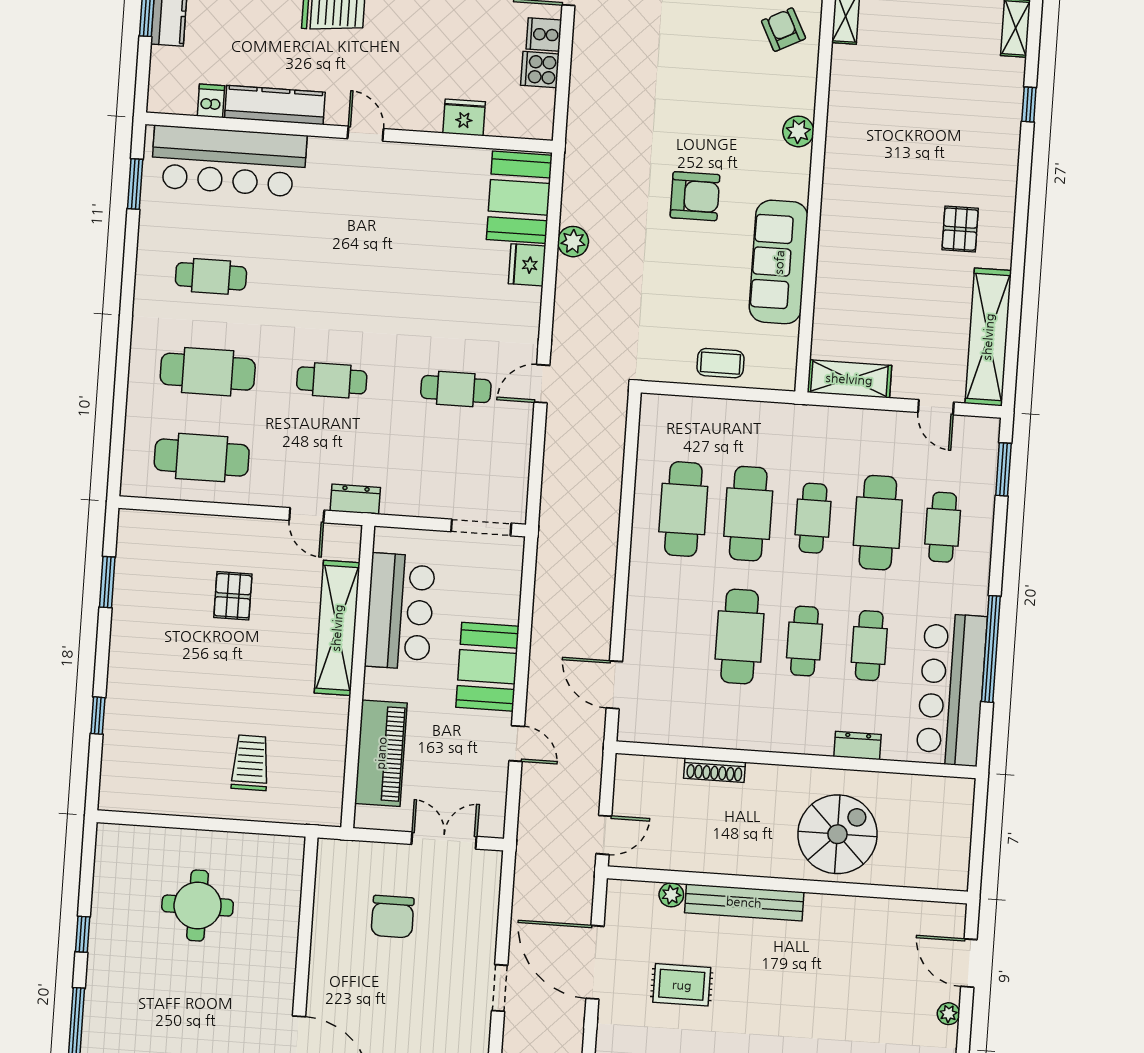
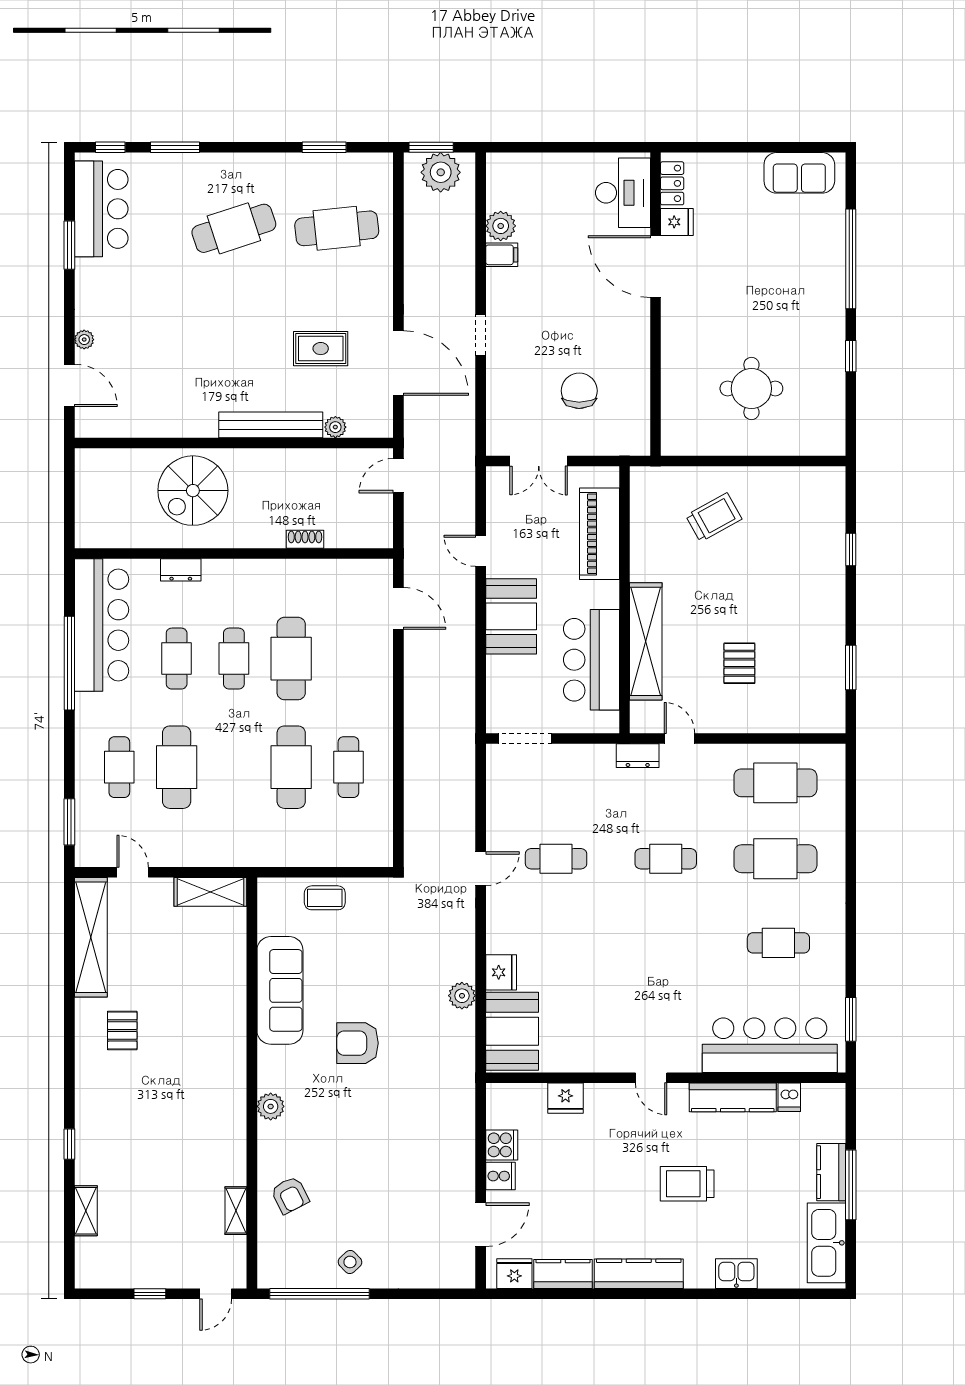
cafe table: (683, 509) -> (348, 767), width x0.73, depth x0.74
cafe table: (813, 518) -> (234, 767), removed
trolley: (250, 763) -> (714, 517), turned -119
shoe rack: (715, 770) -> (305, 539), width x0.70

